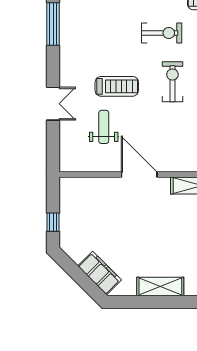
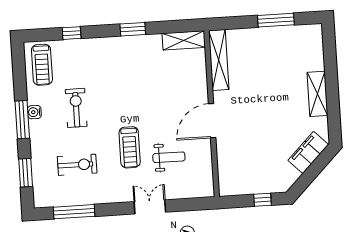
exercise bike: (172, 82) -> (77, 165), moved, turned 180
treadmill: (117, 86) -> (130, 147), turned 180
weight bench: (104, 127) -> (169, 157), turned 180

